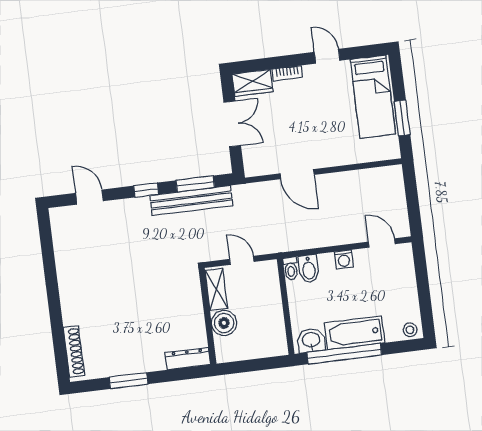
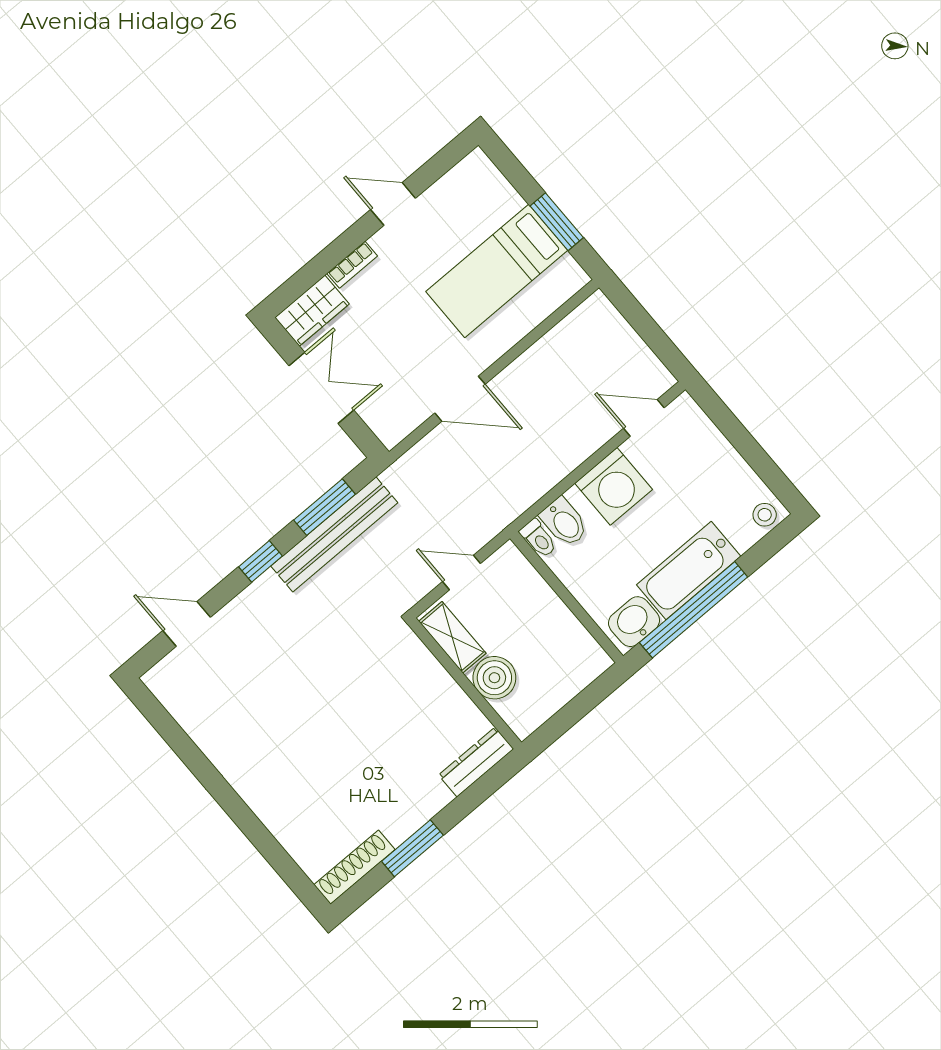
bed: (373, 97) -> (497, 271), moved, turned 90
washing machine: (344, 259) -> (614, 486), width x1.89, depth x1.89
shoe rack: (74, 352) -> (354, 867), moved, turned -90

